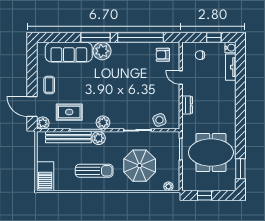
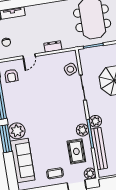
plant: (103, 122) -> (83, 130), moved

